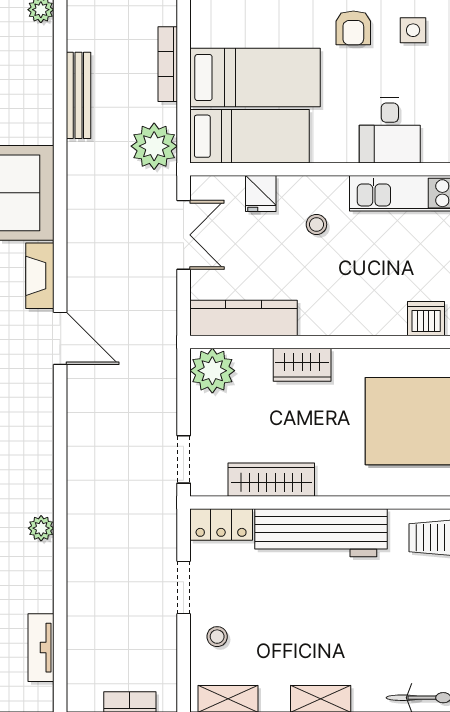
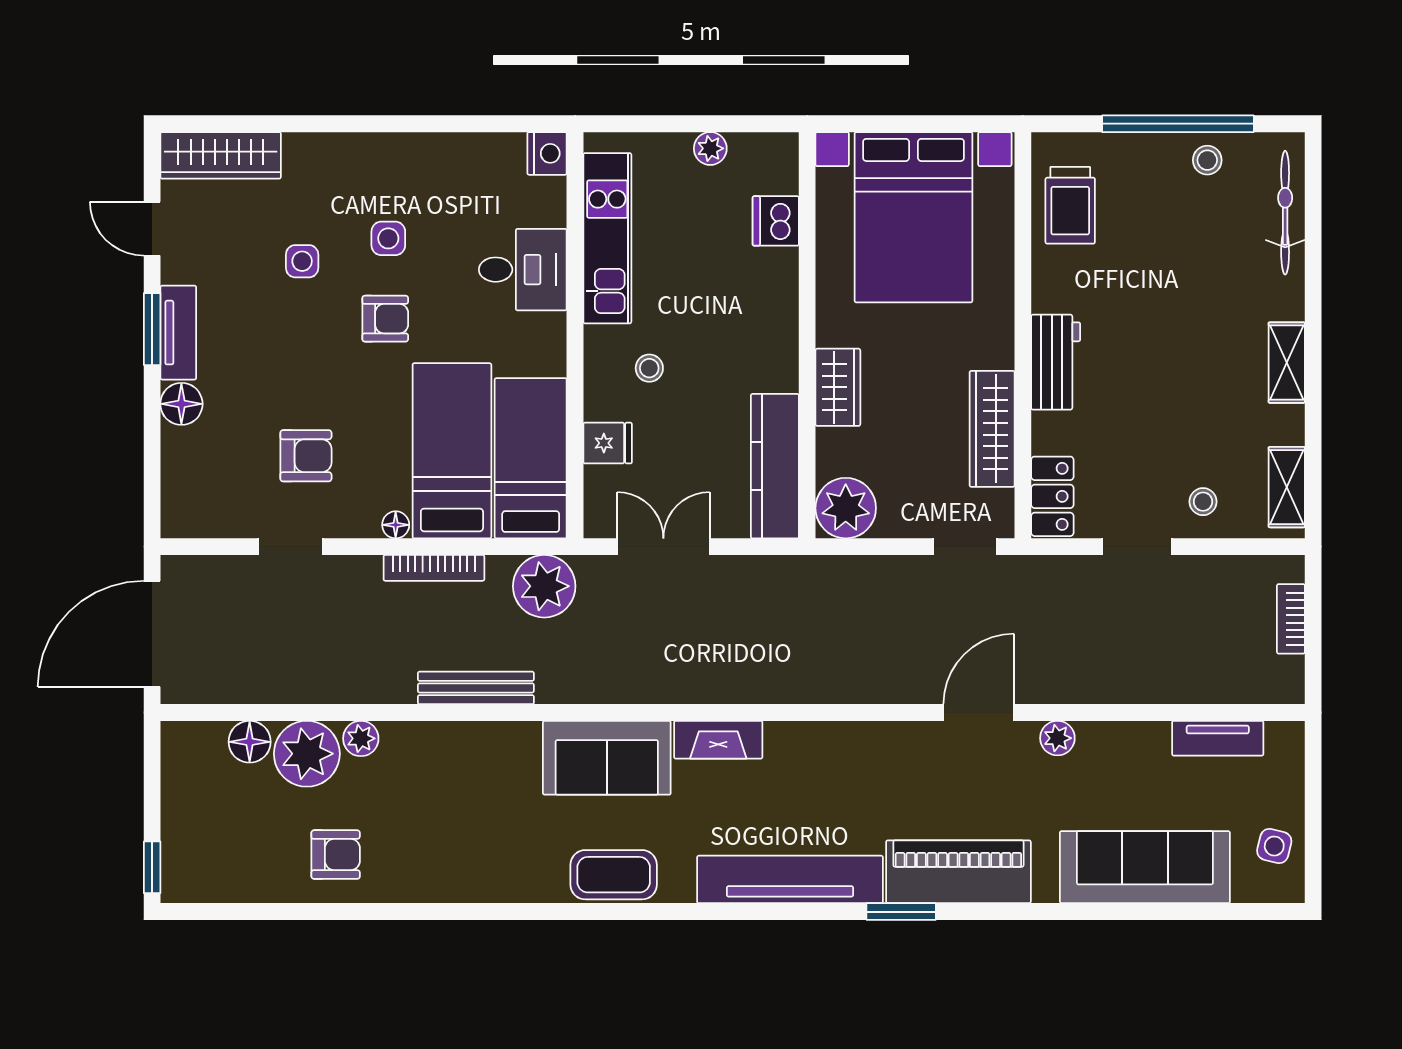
floor lamp: (200, 36) -> (396, 525), added
door: (60, 338) -> (979, 713), moved
workbench: (321, 533) -> (1056, 362), width x0.53, depth x0.76

